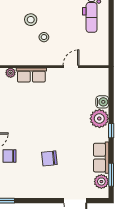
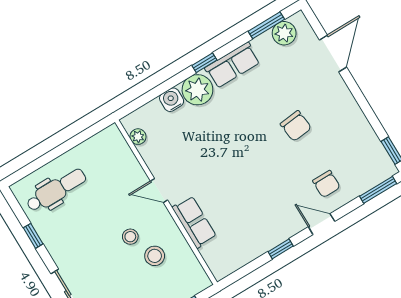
stool: (31, 20) -> (155, 256), moved
door: (71, 67) -> (159, 191), moved
plant: (11, 73) -> (138, 137), moved
row of seats: (101, 158) -> (233, 65), moved

